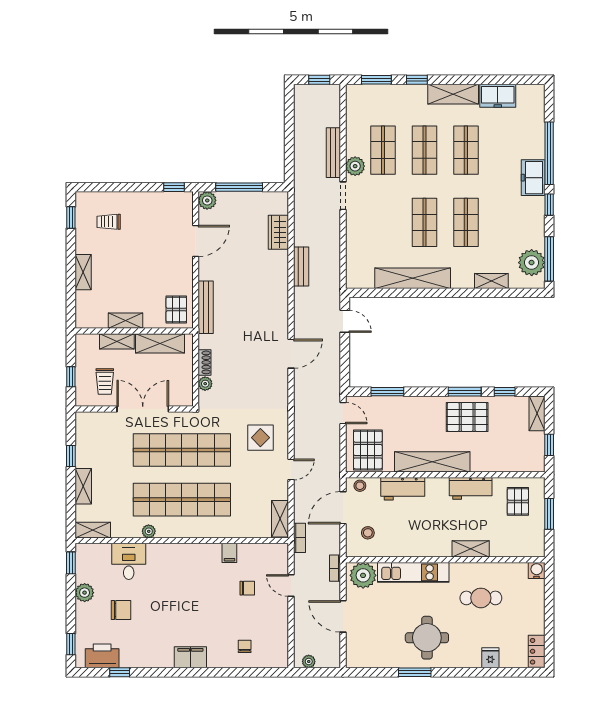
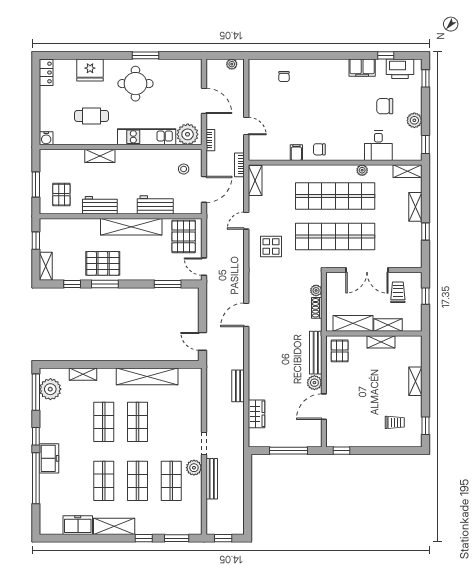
plant: (207, 200) -> (314, 383), moved
stool: (360, 486) -> (190, 207), removed
chair: (247, 588) -> (319, 149), moved
filing cabinet: (190, 657) -> (362, 68), moved
fridge: (490, 658) -> (90, 70), width x1.88, depth x1.34

